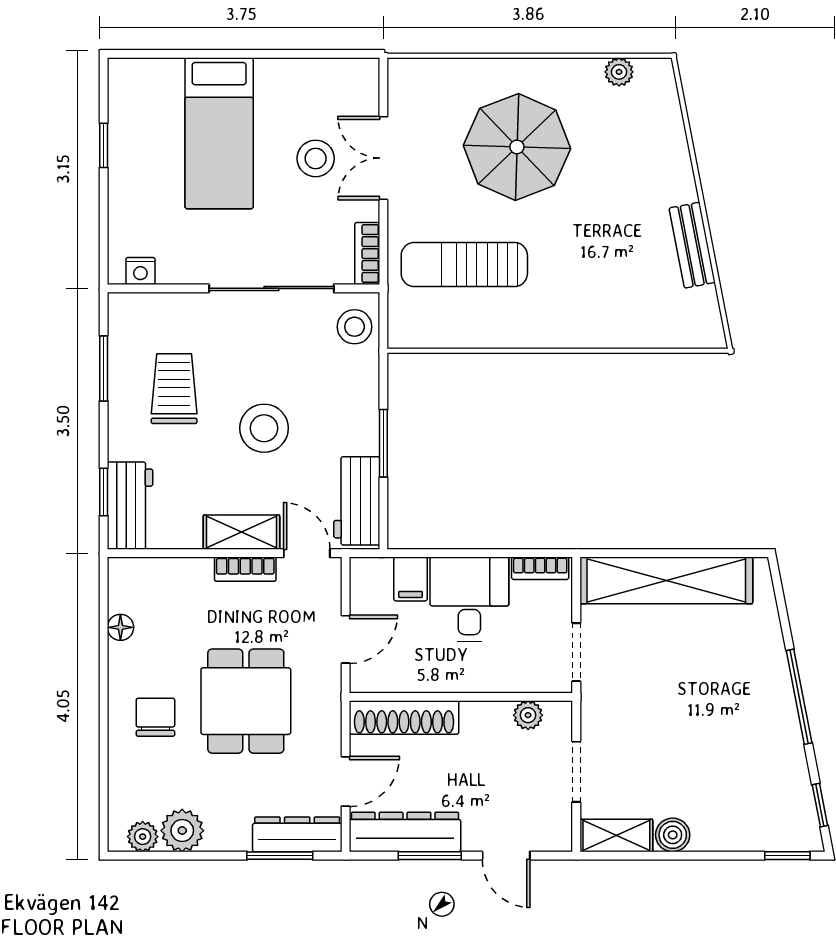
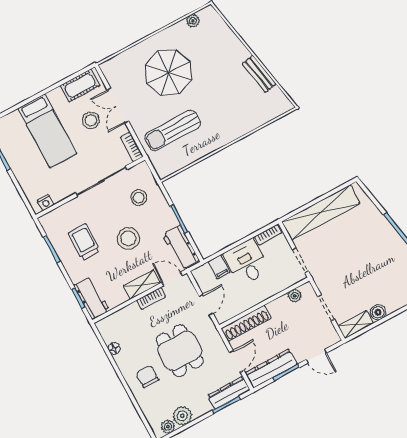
cot: (331, 79) -> (80, 85), added
stool: (355, 327) -> (139, 197), moved

